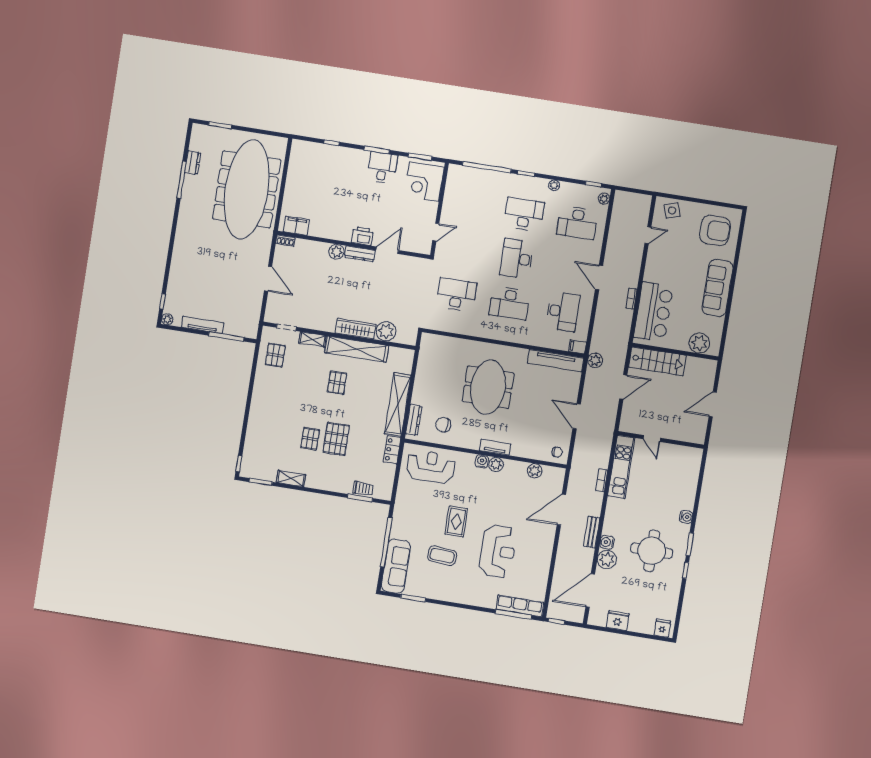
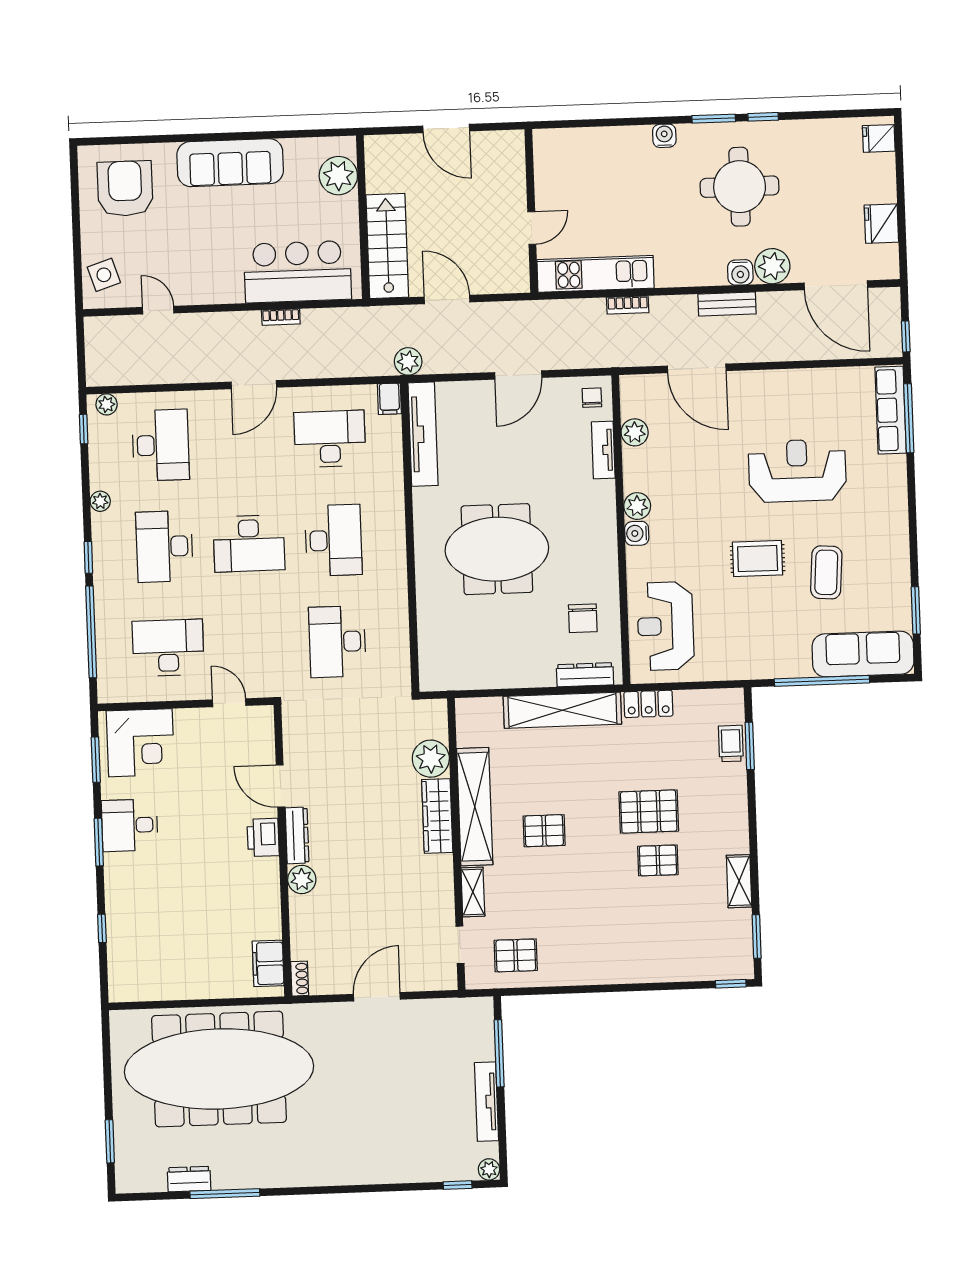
desk: (471, 206) -> (168, 648), added
tv unit: (495, 447) -> (603, 450), moved

